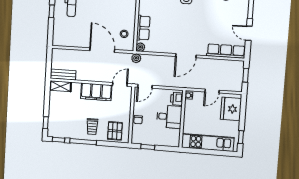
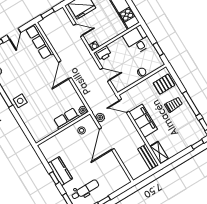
door: (186, 56) -> (65, 70), swing flipped
plant: (136, 58) -> (100, 117), moved
door: (145, 86) -> (105, 75), moved
desk: (169, 117) -> (137, 40), moved

